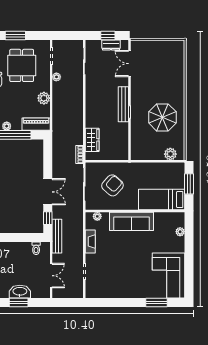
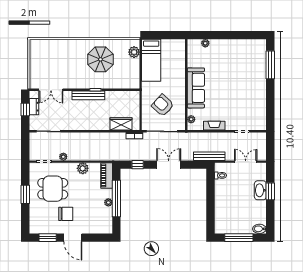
window: (189, 184) -> (161, 35), removed
bed: (162, 199) -> (151, 60), moved
window: (48, 218) -> (138, 165), moved
corner sofa: (168, 275) -> (245, 54), removed
window: (156, 303) -> (270, 65), width x1.44

